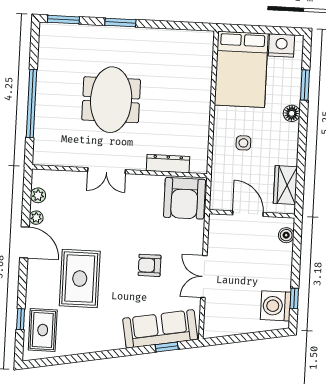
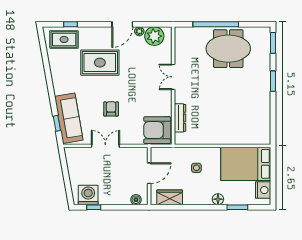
meeting table: (111, 100) -> (228, 49), moved
plant: (38, 195) -> (154, 36), width x1.88, depth x1.88

